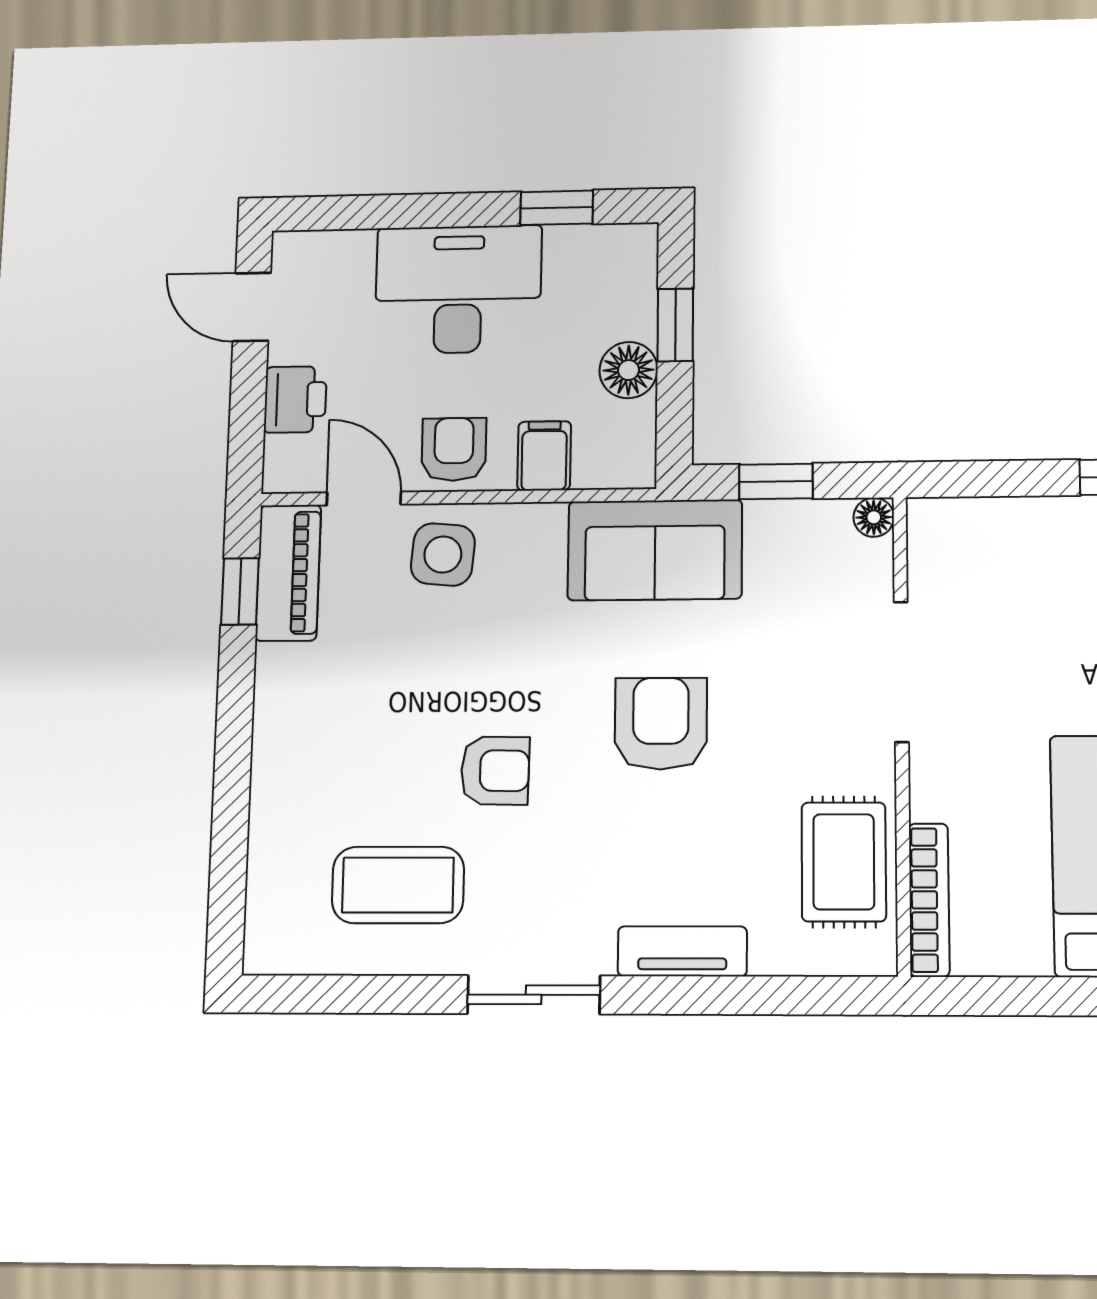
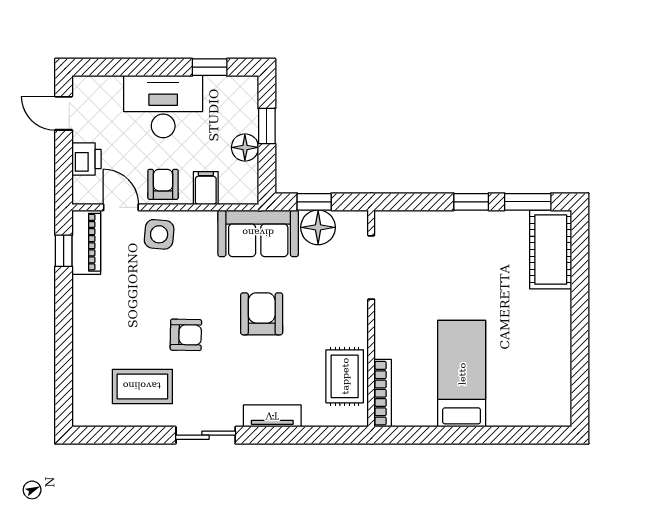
floor lamp: (874, 517) -> (318, 227), moved, width x1.89, depth x1.89
doorway: (901, 672) -> (371, 267), moved

